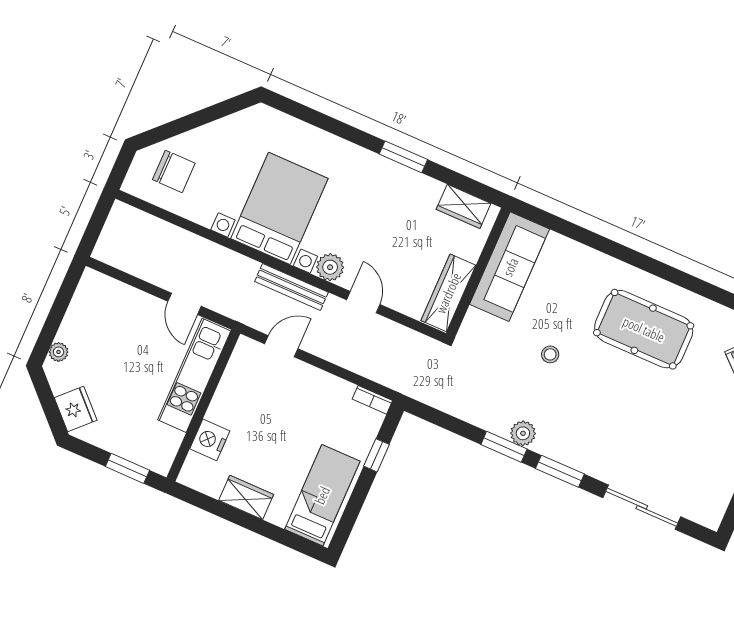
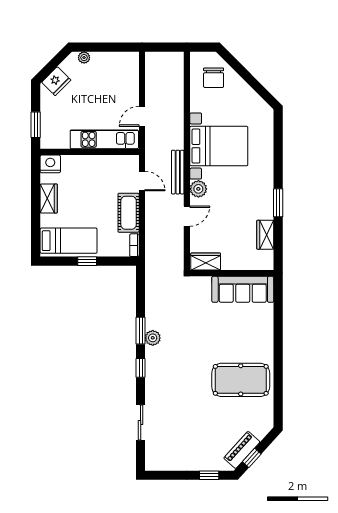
wardrobe: (464, 206) -> (265, 235), moved
wardrobe: (448, 293) -> (206, 262), width x0.67
pool table: (644, 329) -> (241, 380), turned 90
stool: (550, 354) -> (204, 334), removed
cot: (320, 387) -> (129, 213), added
nightstand: (210, 440) -> (50, 164), moved
window: (377, 455) -> (87, 261), moved
window: (560, 471) -> (141, 368), width x0.67
sliding door: (642, 507) -> (141, 423), width x0.73

